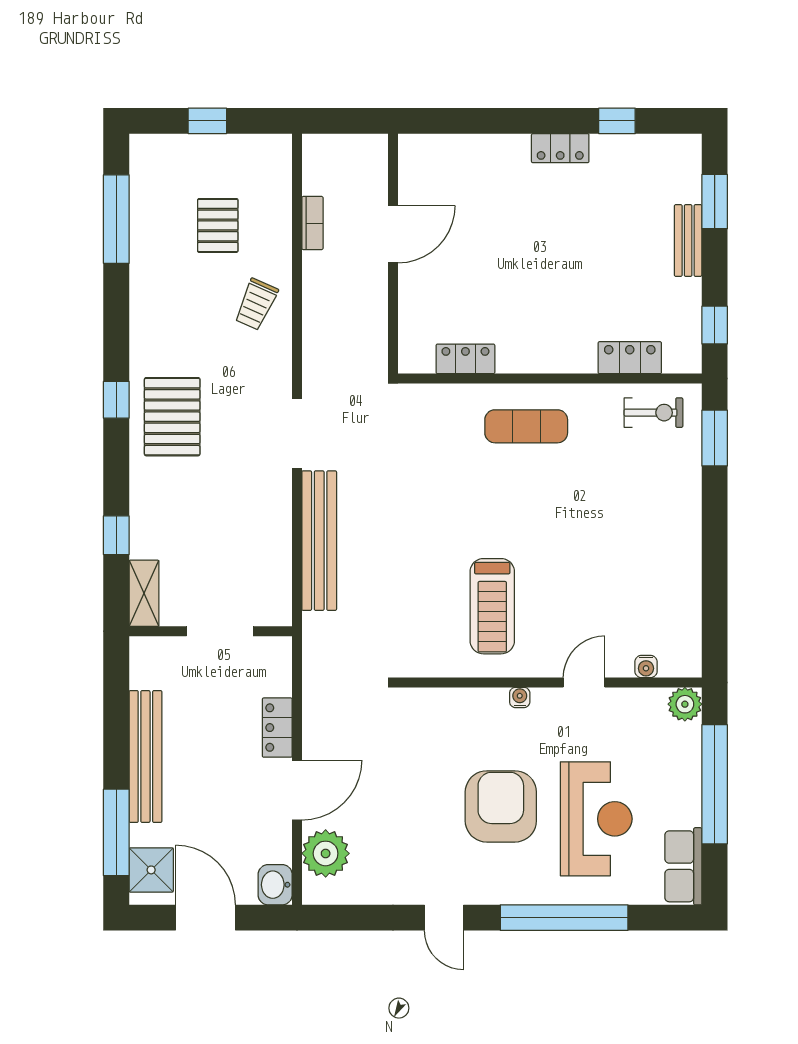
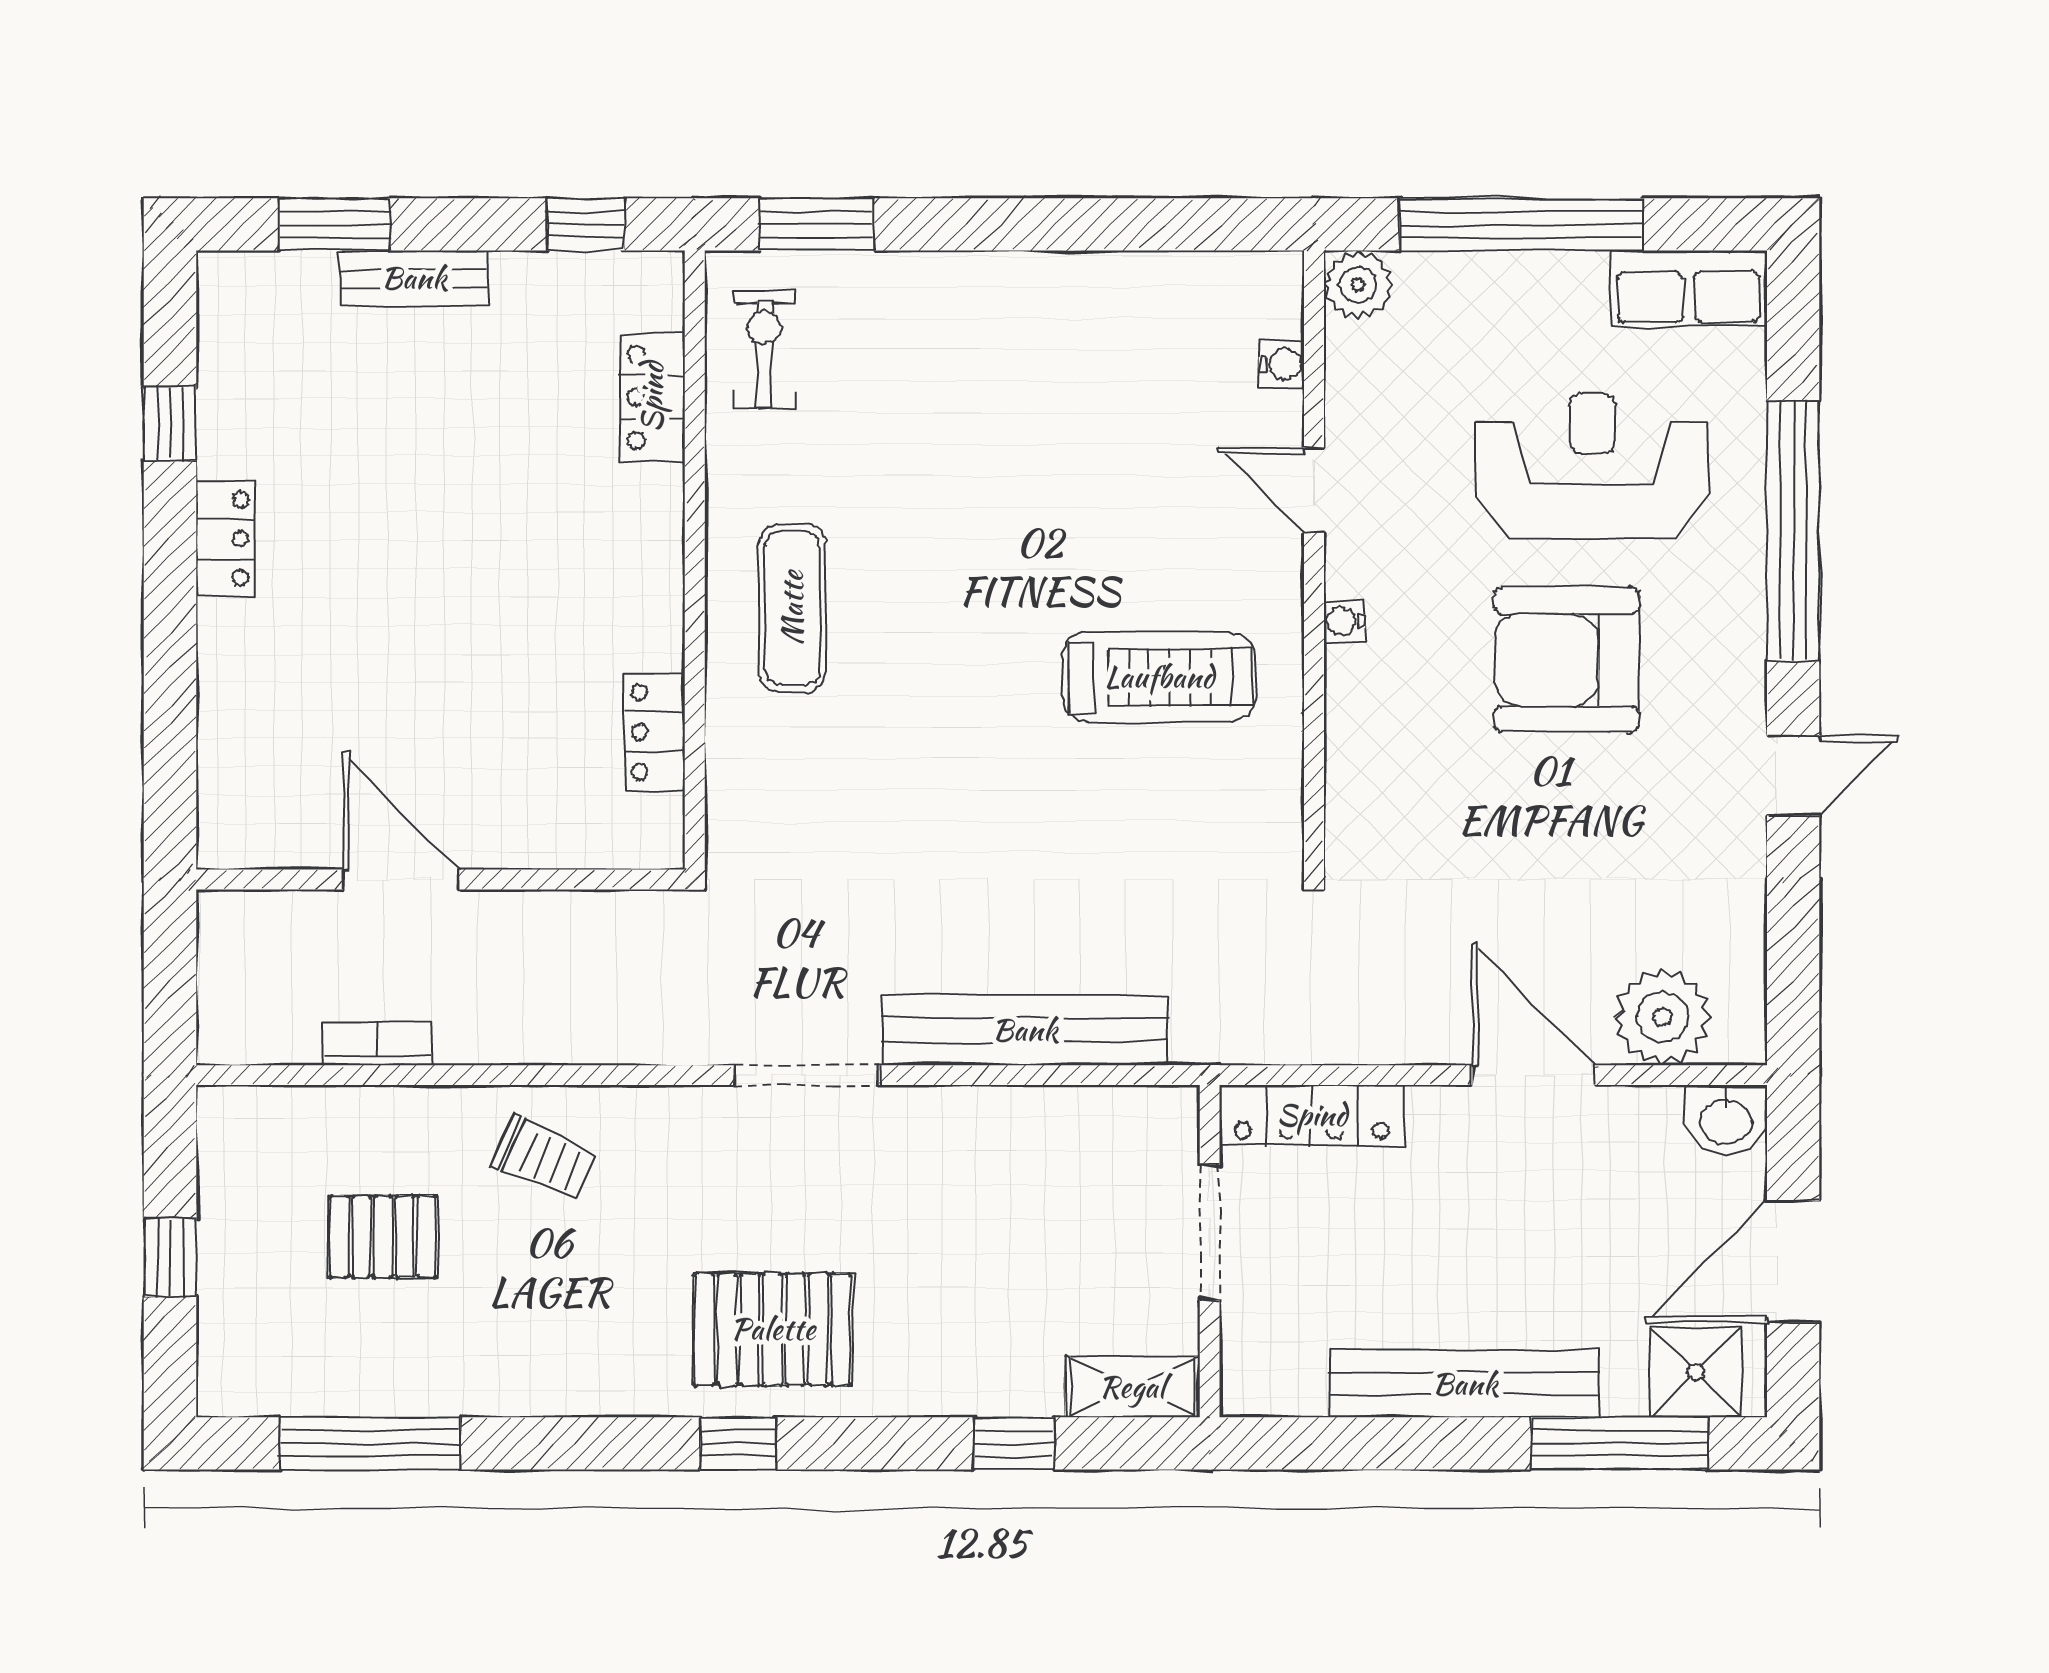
locker: (277, 728) -> (1312, 1115), moved, width x1.53

